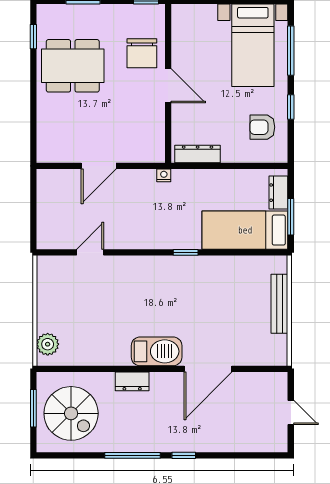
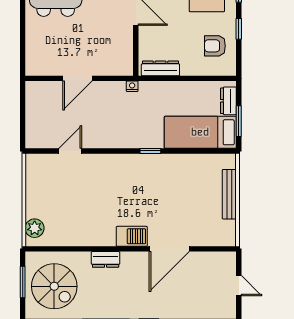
barbecue: (157, 351) -> (132, 236), width x0.73, depth x0.83

